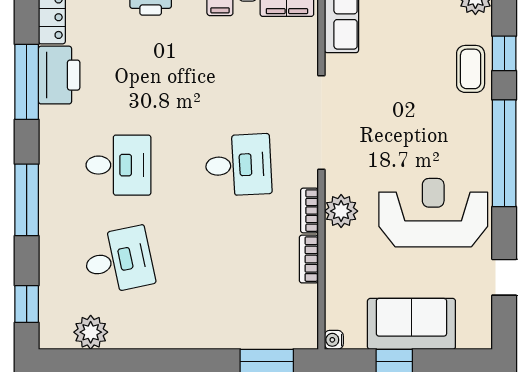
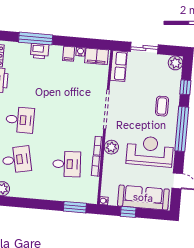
coffee table: (471, 69) -> (162, 106), moved
desk: (238, 165) -> (67, 164), moved
sofa: (411, 324) -> (143, 198), width x1.36

